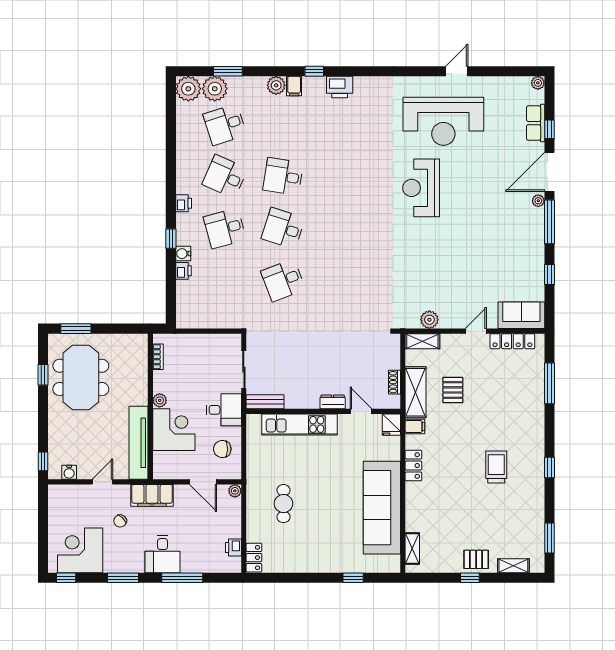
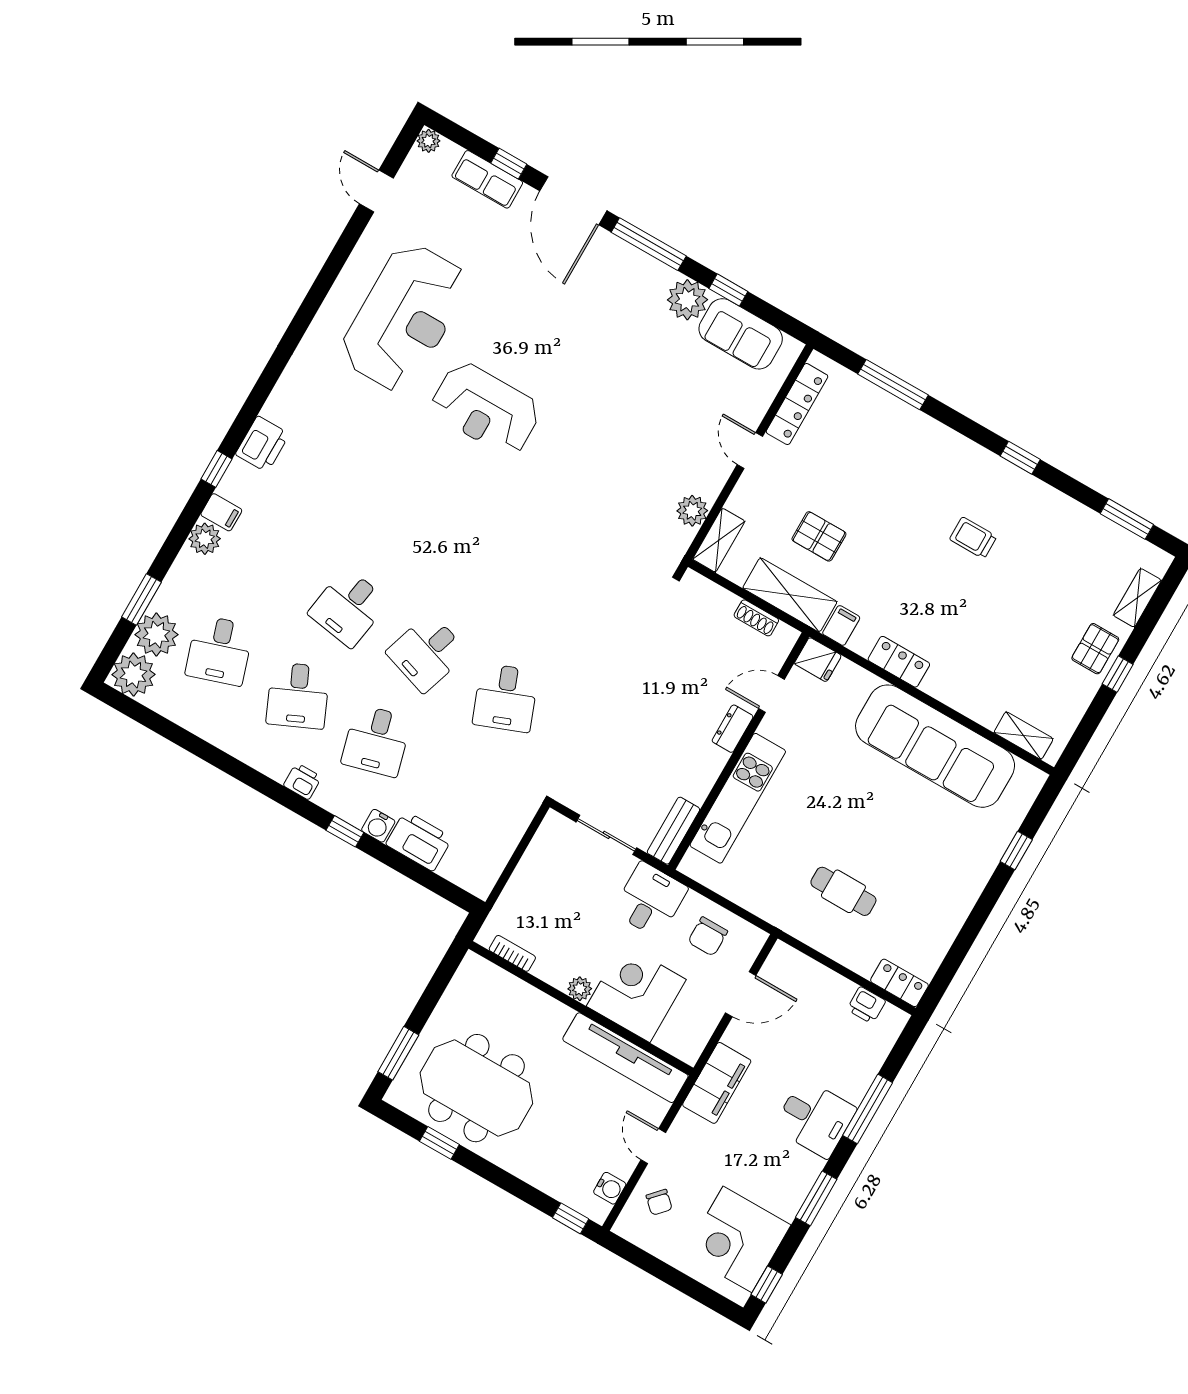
door: (457, 71) -> (376, 191), moved
desk: (225, 176) -> (298, 696), turned -48
plant: (538, 201) -> (687, 300), moved, width x1.88, depth x1.88
printer: (183, 271) -> (419, 841), width x1.87, depth x1.48
sofa: (521, 315) -> (741, 334), moved, turned -90
trolley: (496, 467) -> (973, 538), width x0.73, depth x0.72
plant: (235, 491) -> (782, 954), removed
chair: (120, 521) -> (659, 1202), moved

